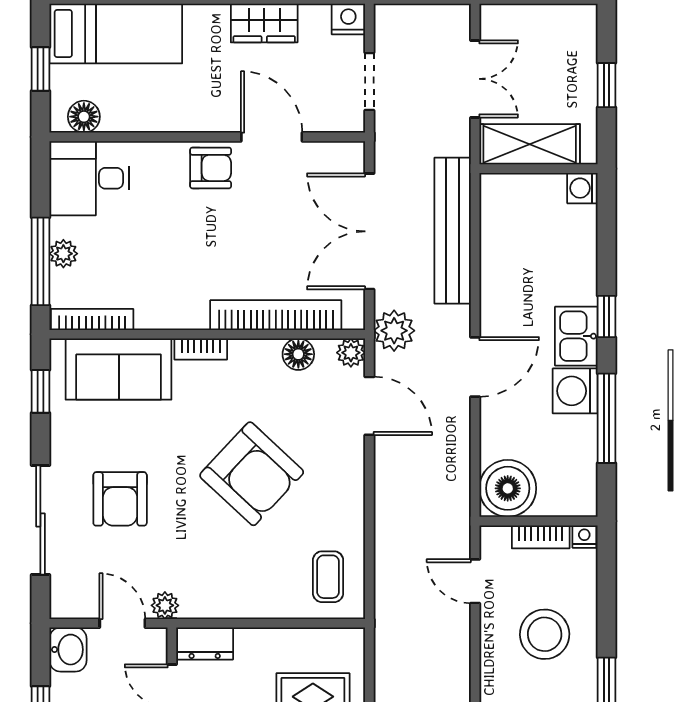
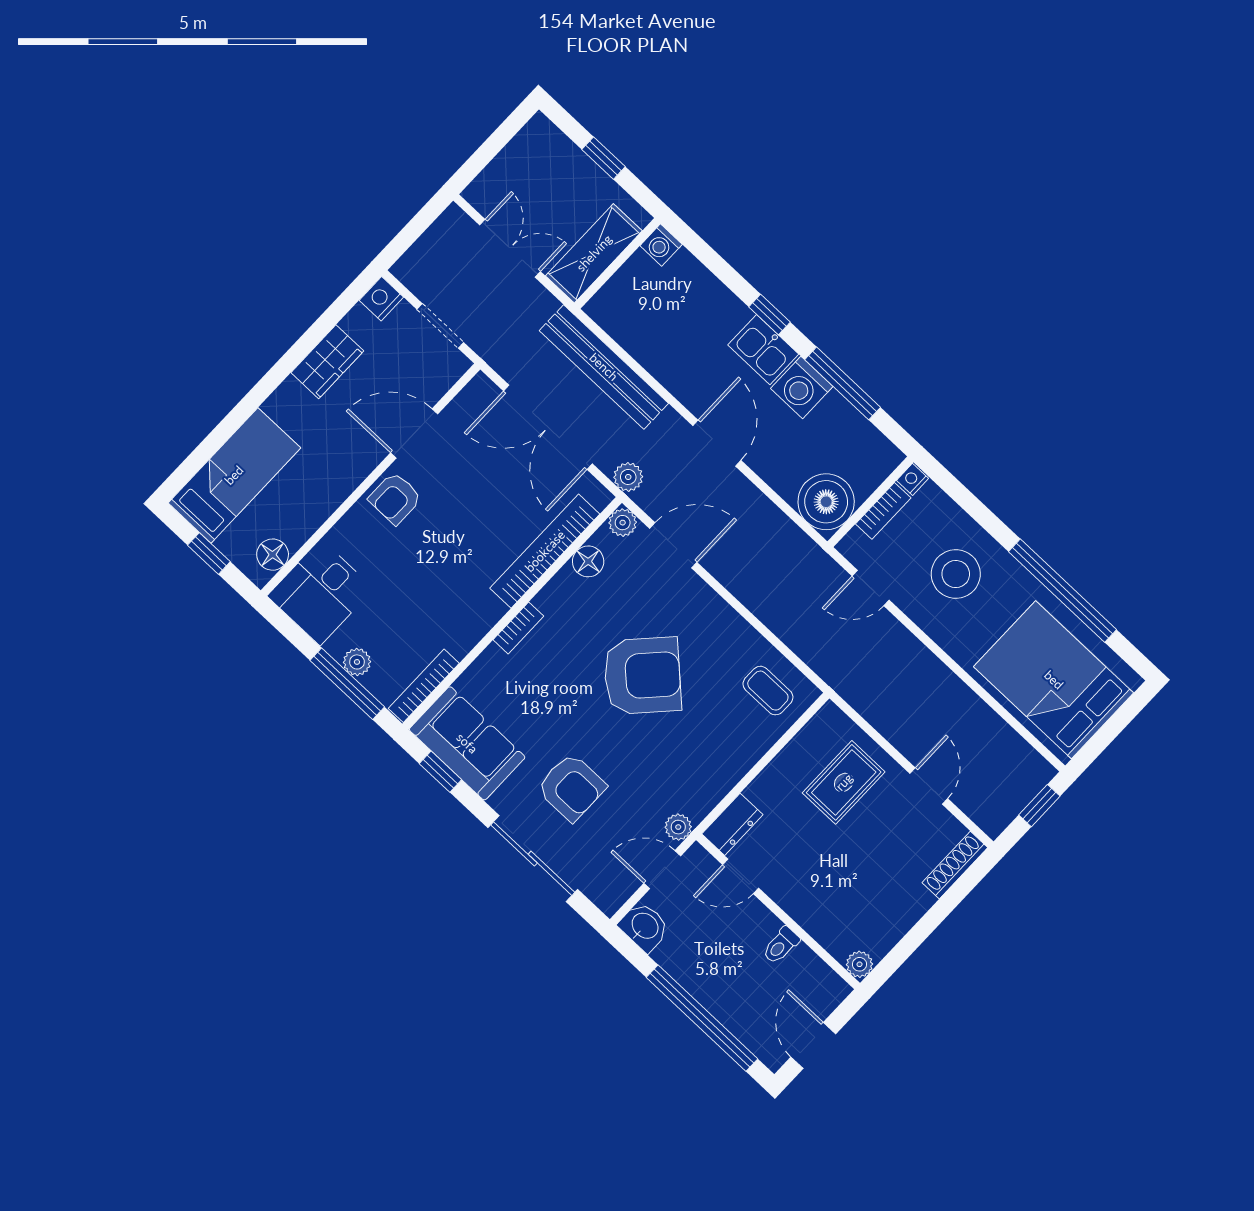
armchair: (211, 168) -> (395, 498), turned 180
plant: (394, 331) -> (628, 477), width x0.73, depth x0.73
sofa: (119, 369) -> (467, 743), moved, turned -90

